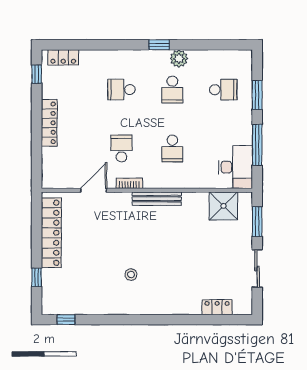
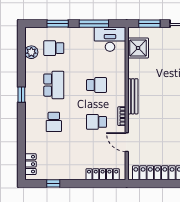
plant: (179, 59) -> (31, 52), moved
window: (37, 74) -> (53, 183), moved
school desk: (172, 90) -> (54, 85), width x1.85
school desk: (223, 90) -> (54, 48), turned -90
locker: (49, 123) -> (103, 174), moved

